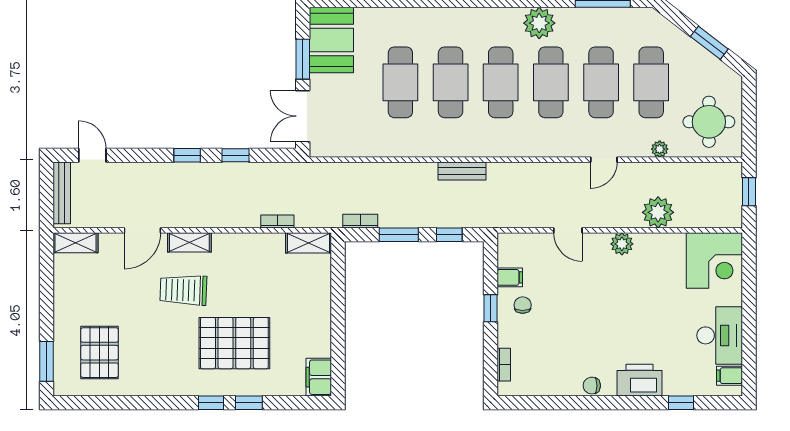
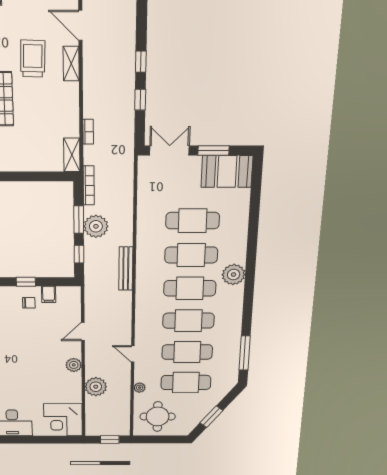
plant: (539, 23) -> (234, 275), moved
bench: (462, 171) -> (126, 269), width x1.36
plant: (408, 212) -> (96, 226), added
bookcase: (360, 221) -> (89, 185), width x1.56

